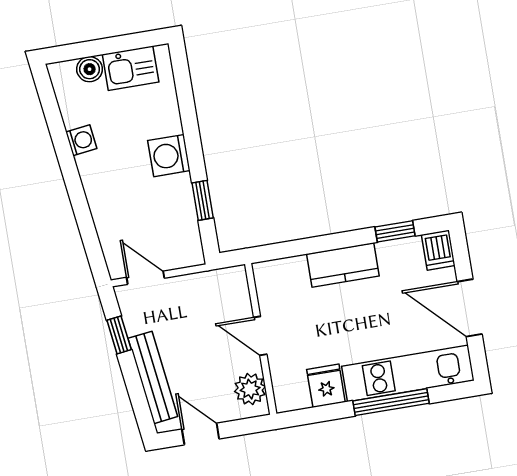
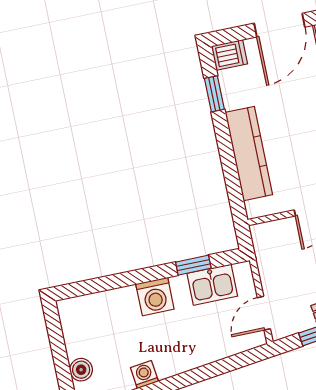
kitchen sink: (131, 68) -> (212, 285), moved, turned 90
kitchen counter: (343, 265) -> (249, 154), width x1.50

